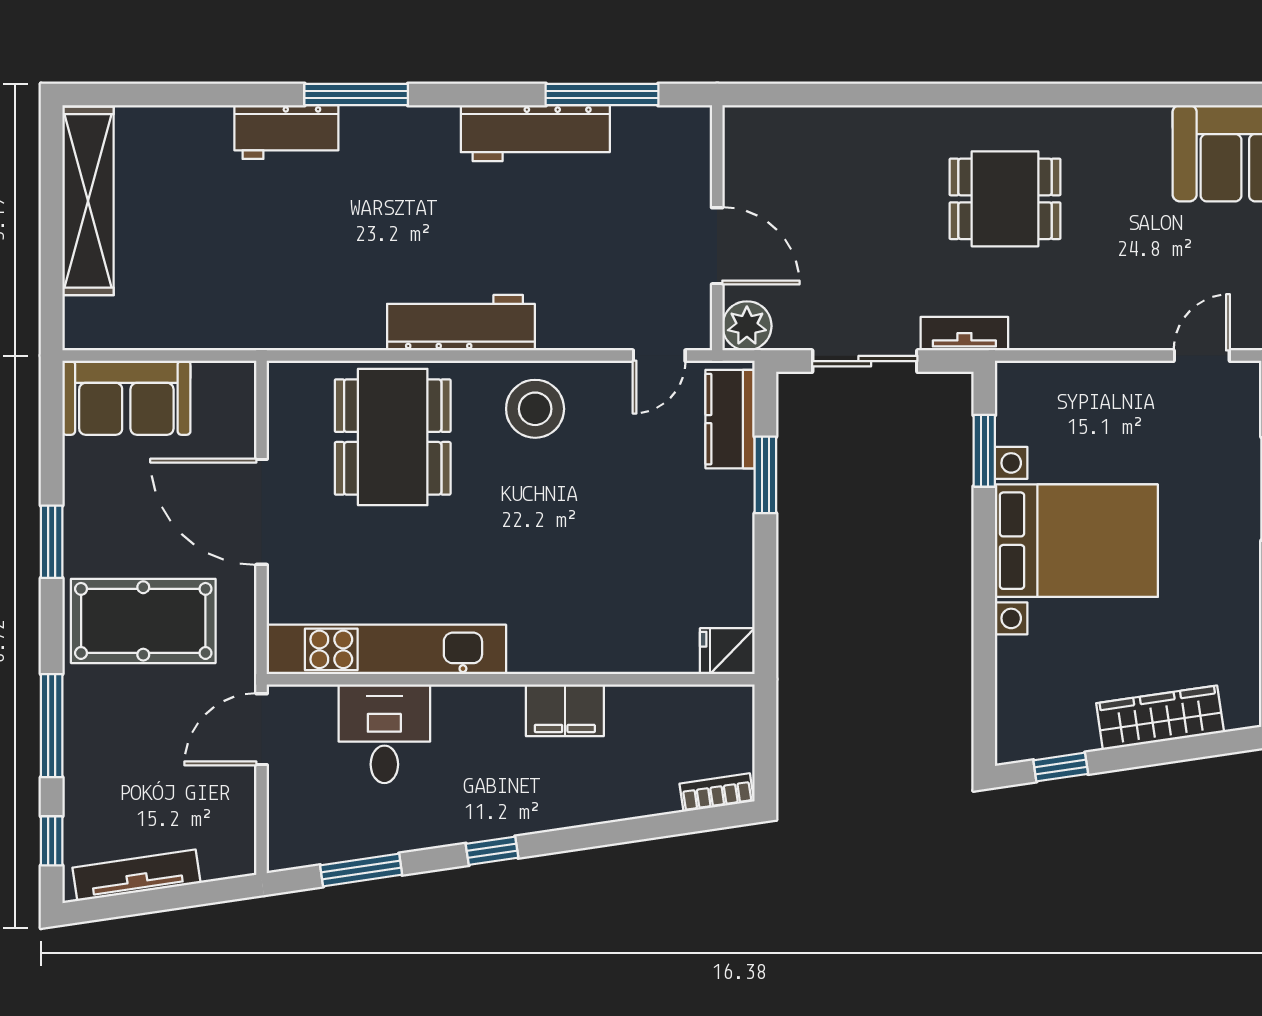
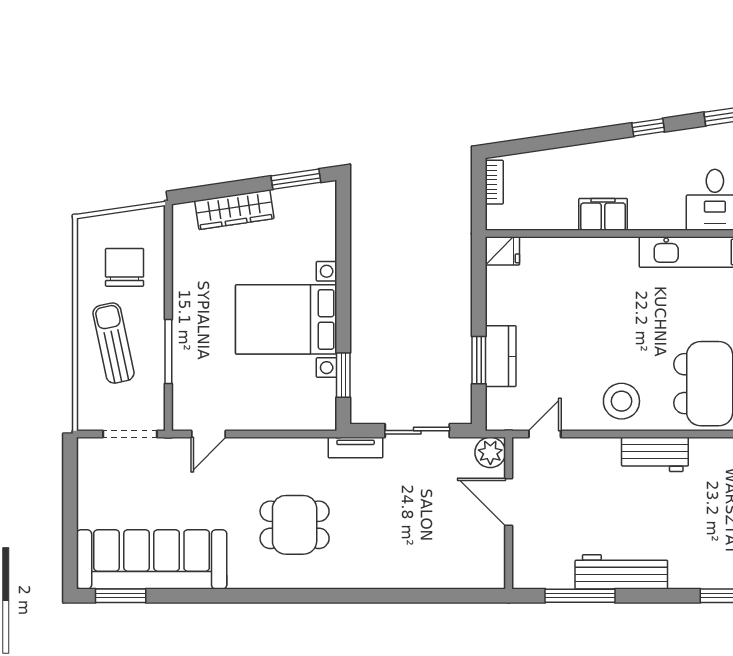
dining table: (1005, 199) -> (295, 525), moved
workbench: (461, 323) -> (655, 454), width x0.73
kitchen counter: (730, 419) -> (501, 356), moved
window: (1061, 767) -> (296, 179), width x1.50
bookcase: (717, 793) -> (494, 182), moved, turned -82

